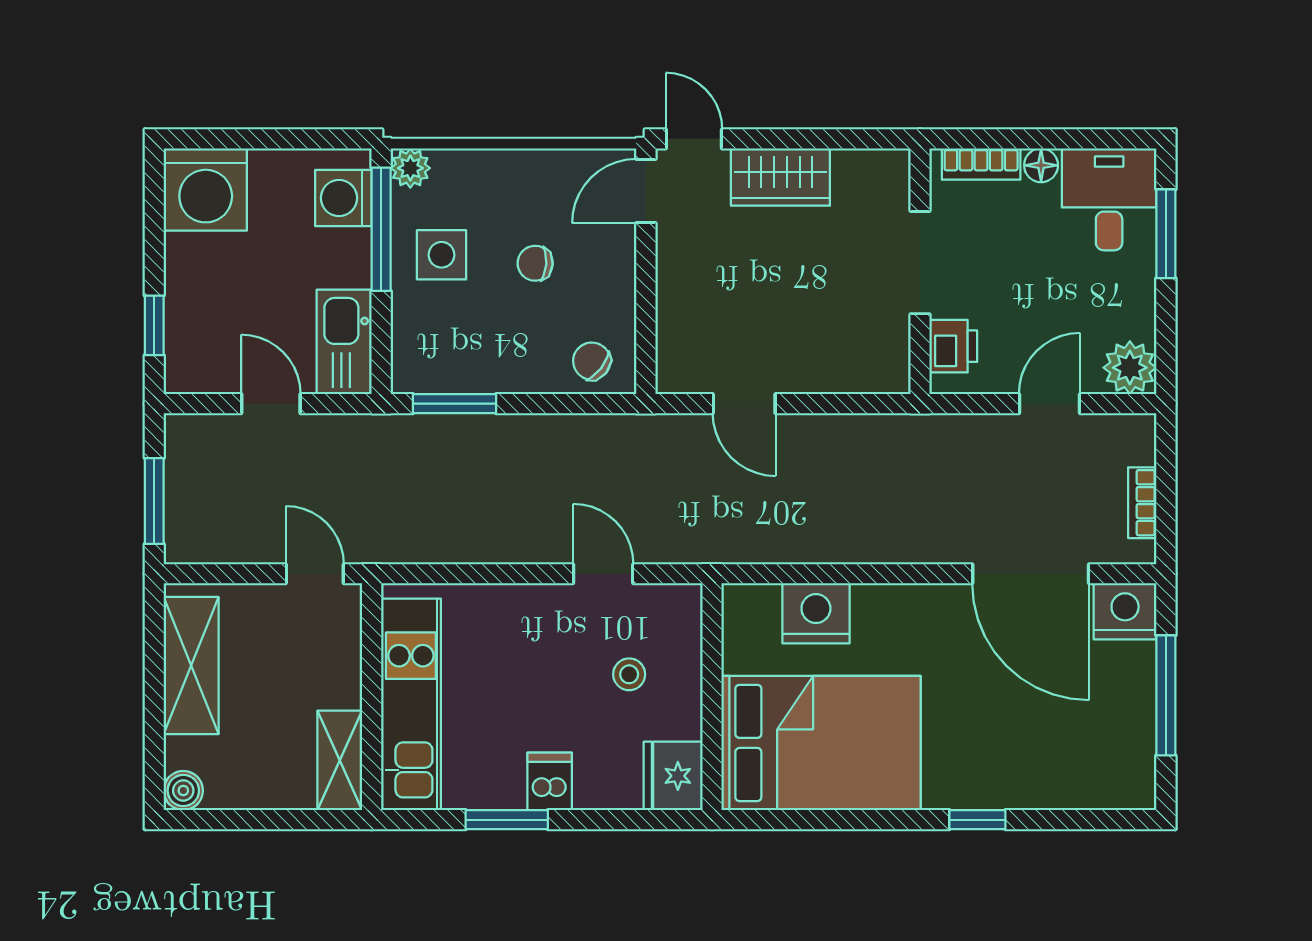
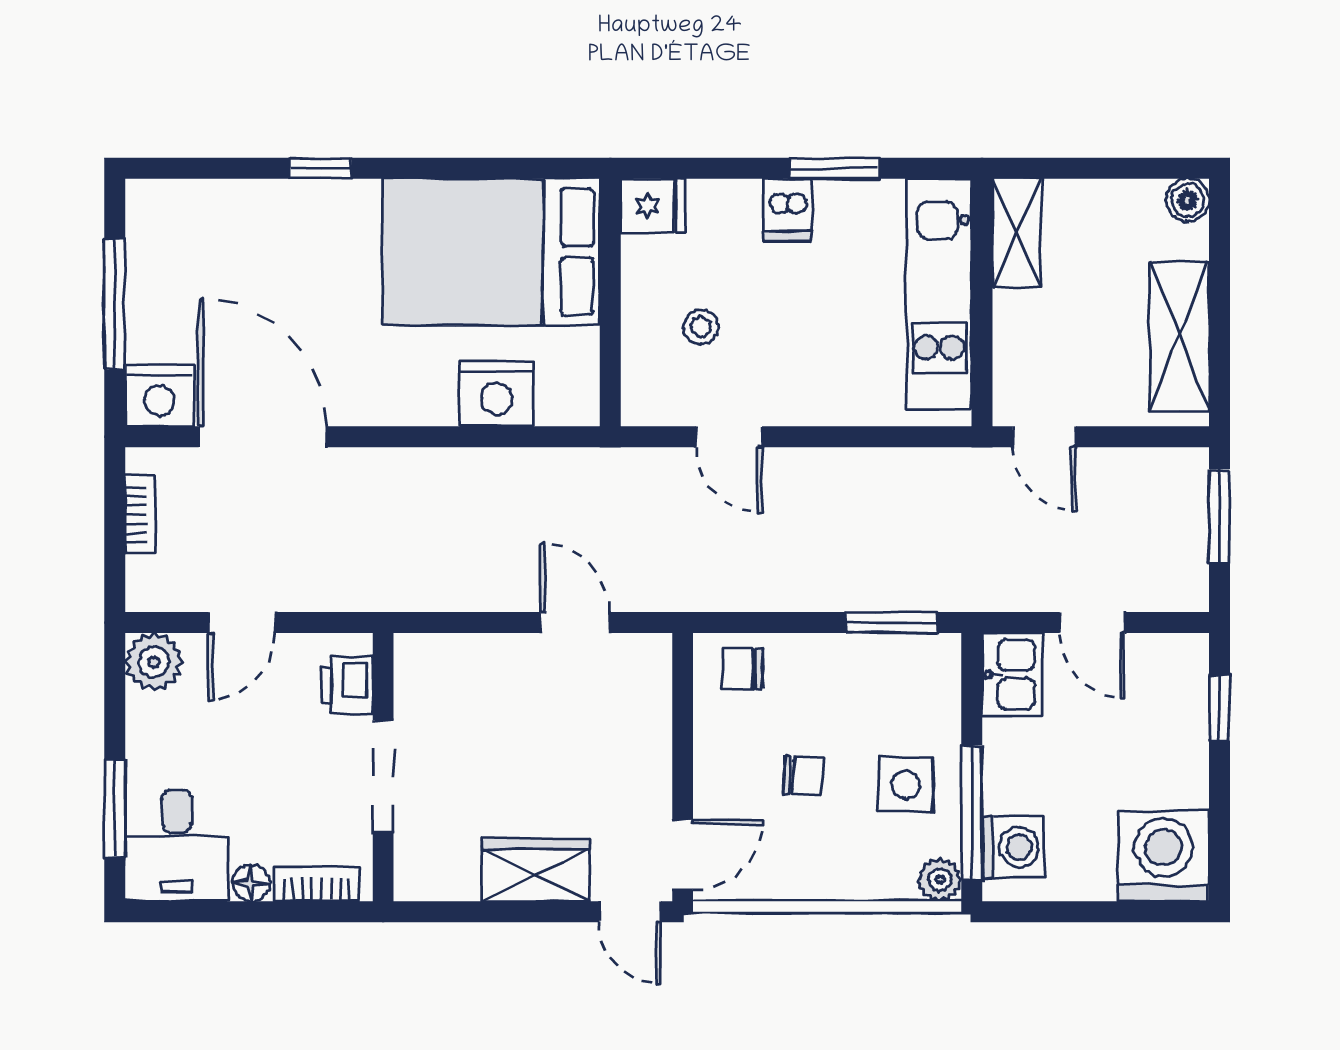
kitchen sink: (344, 342) -> (1012, 674), width x0.73
chair: (592, 361) -> (742, 669), turned 142
fridge: (673, 776) -> (653, 206), width x0.72

